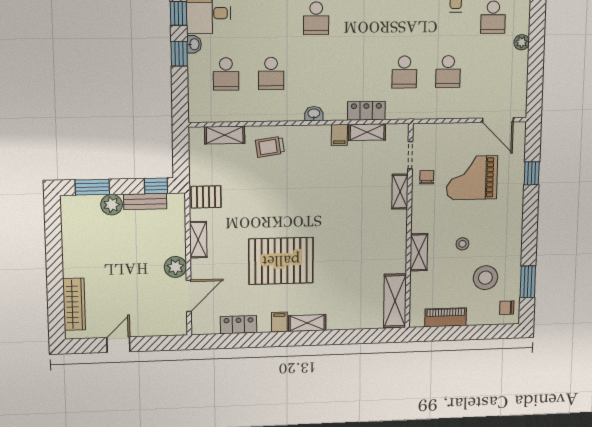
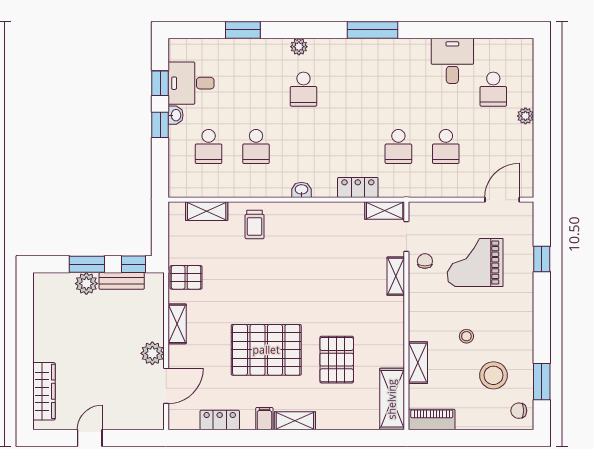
door: (498, 120) -> (502, 200), swing flipped
shelving: (367, 132) -> (385, 211), moved
filing cabinet: (339, 135) -> (329, 213), removed
trolley: (270, 147) -> (255, 225), turned -82
window: (92, 187) -> (87, 264), moved
shelving: (419, 252) -> (418, 363), moved
pallet: (345, 268) -> (337, 360), added
piano: (446, 317) -> (432, 419), moved

